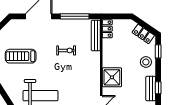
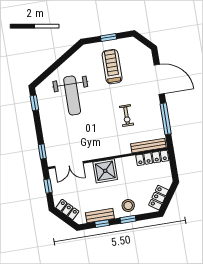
locker: (107, 29) -> (152, 158), width x1.53
window: (158, 51) -> (128, 219), moved

